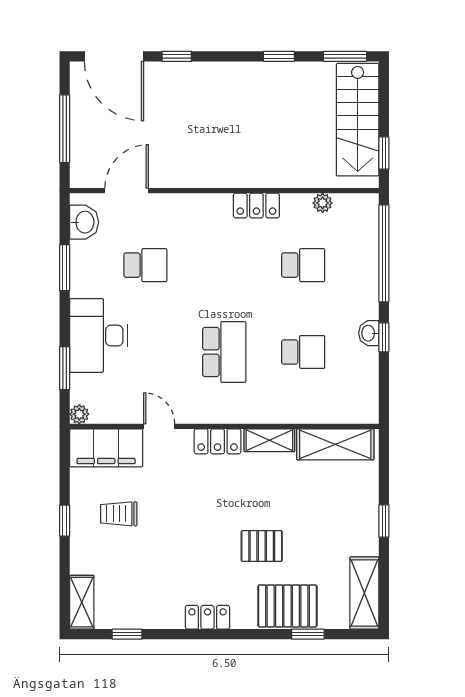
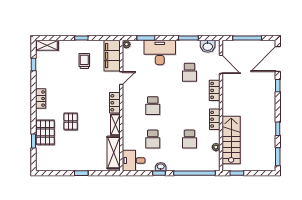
stairs: (358, 120) -> (231, 140), moved, turned 90
locker: (188, 206) -> (215, 90), added
school desk: (224, 352) -> (153, 106), width x0.54
desk: (354, 397) -> (134, 161), added
shelving: (364, 593) -> (51, 165), removed

